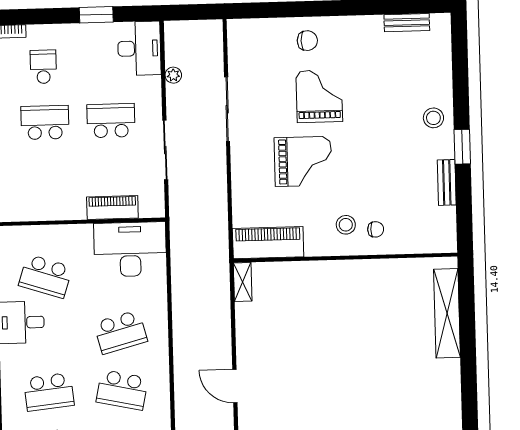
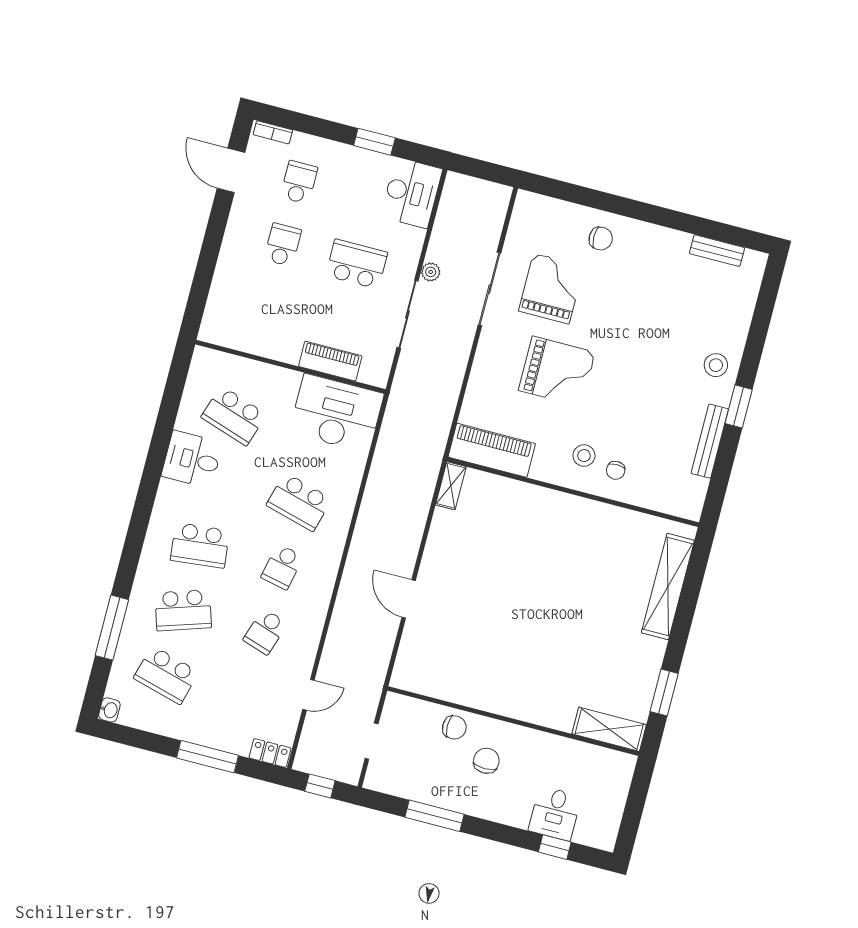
plant: (173, 75) -> (431, 272), moved
grand piano: (319, 96) -> (551, 289), moved
school desk: (45, 122) -> (283, 245), width x0.54
bench: (447, 182) -> (710, 441), width x1.36
chair: (376, 229) -> (616, 470), turned 90
school desk: (120, 332) -> (299, 502), turned 30
school desk: (122, 390) -> (282, 567), width x0.54
window: (469, 402) -> (664, 692), added

